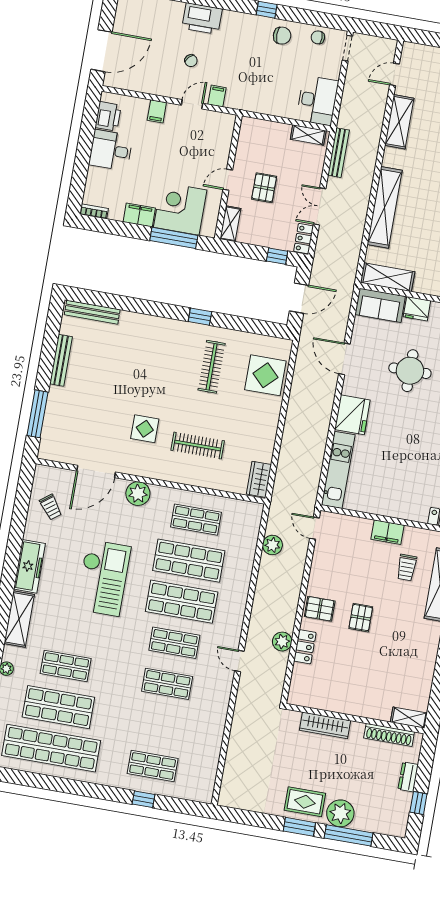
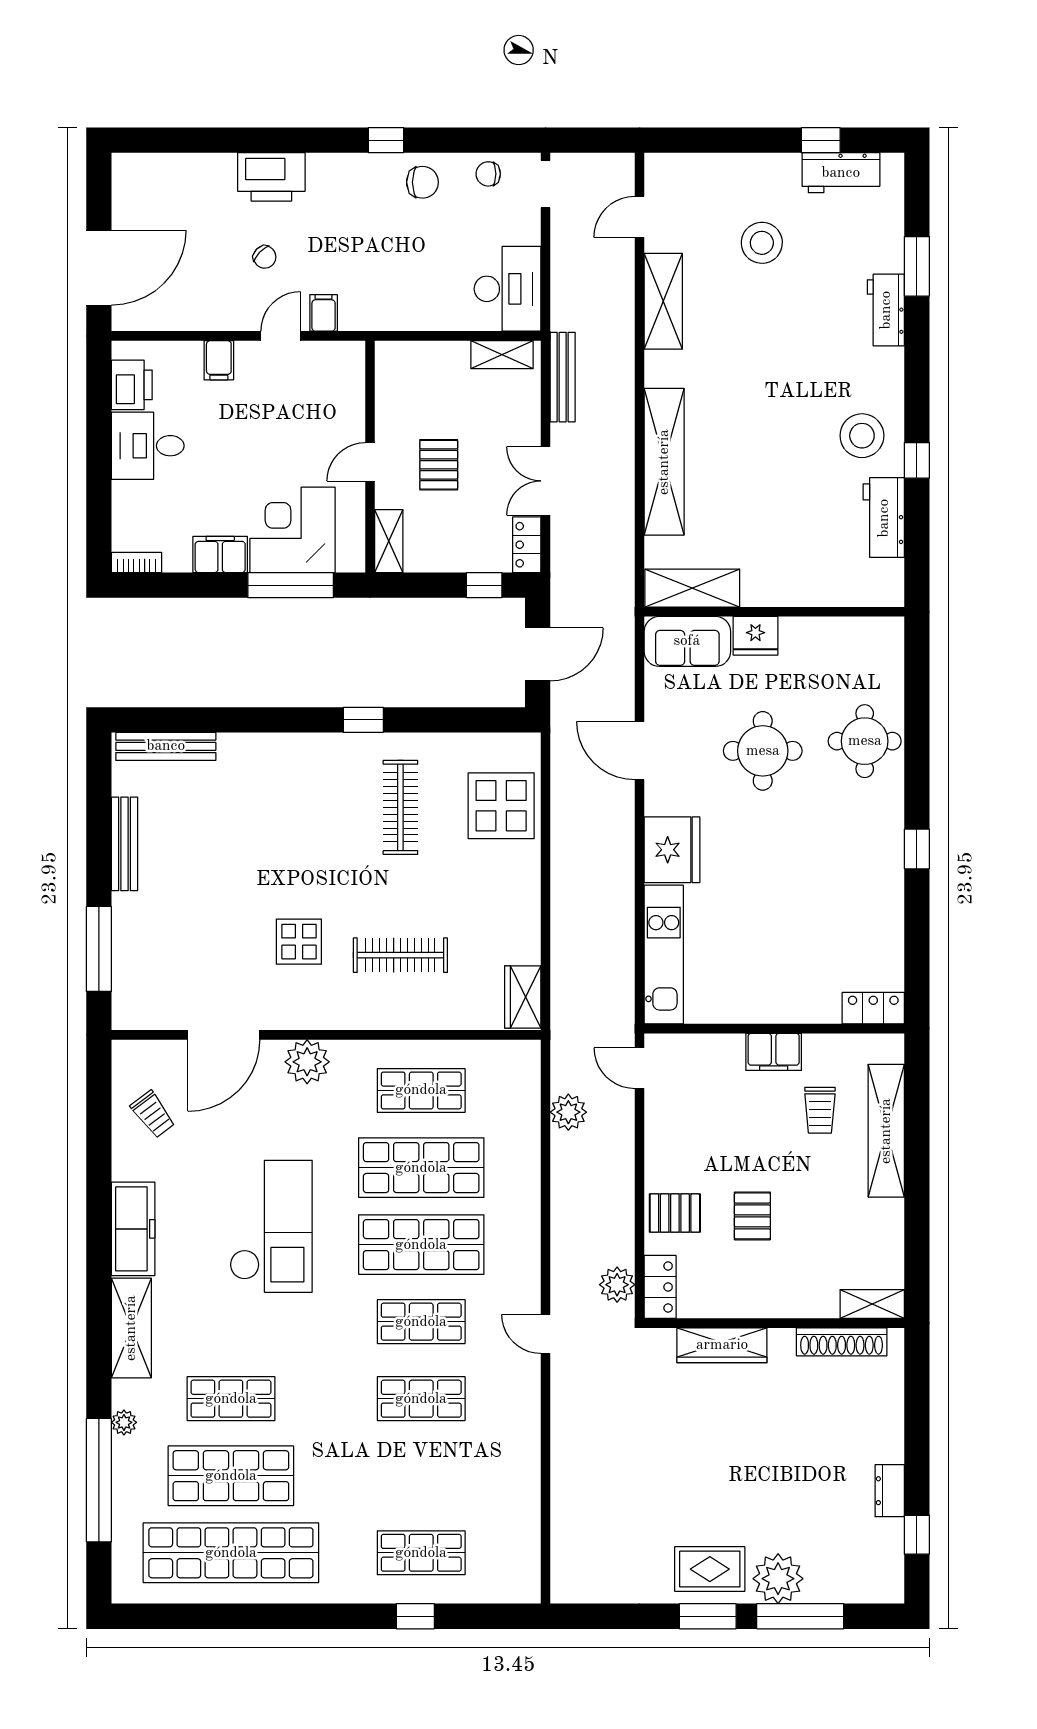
shelving: (409, 718) -> (872, 1304), moved
wall: (355, 719) -> (774, 1323), moved
wardrobe: (325, 725) -> (722, 1345), moved
shoe rack: (389, 735) -> (842, 1342), moved

